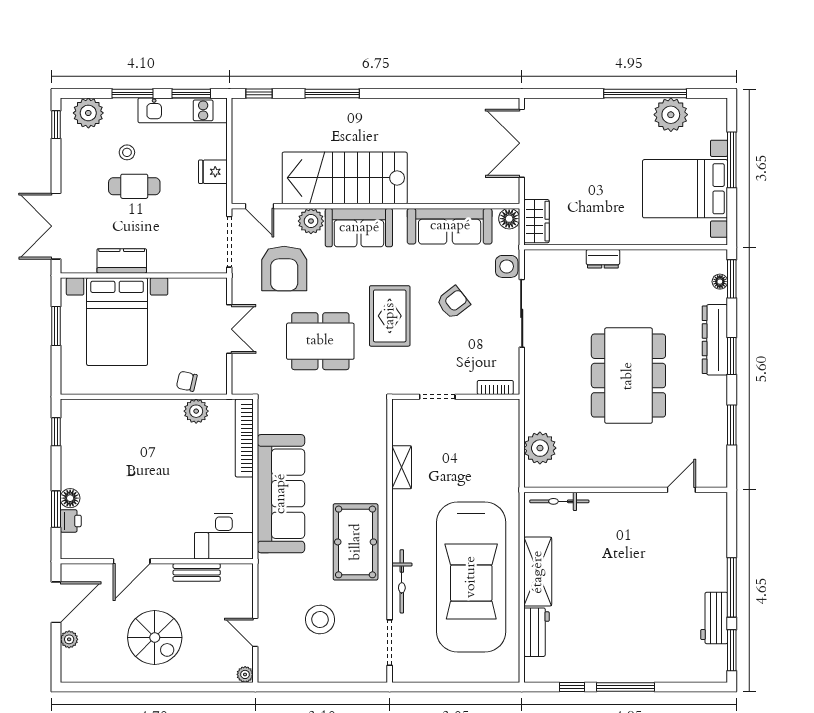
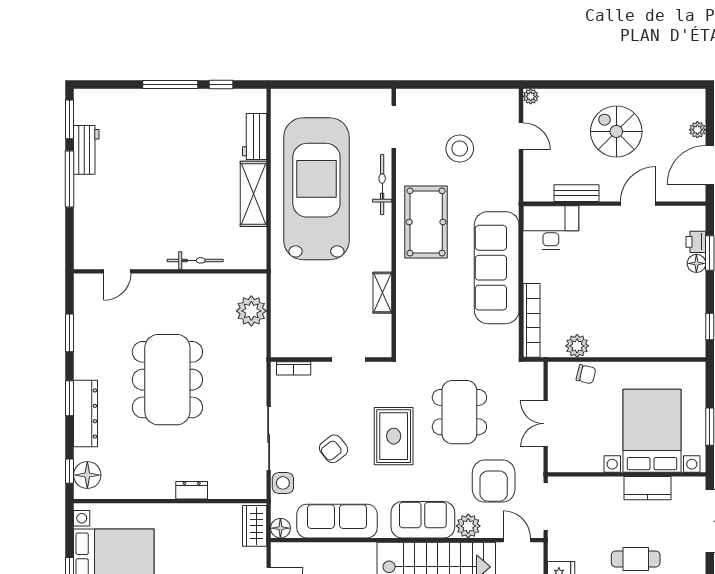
armchair: (284, 269) -> (494, 481), turned 180
window: (732, 279) -> (70, 471), width x0.67
floor lamp: (720, 282) -> (87, 475), width x1.89, depth x1.89
dining table: (320, 341) -> (459, 412), turned 90
bicycle: (559, 501) -> (195, 260), moved

